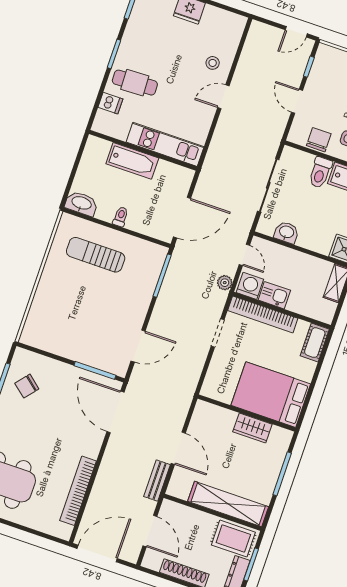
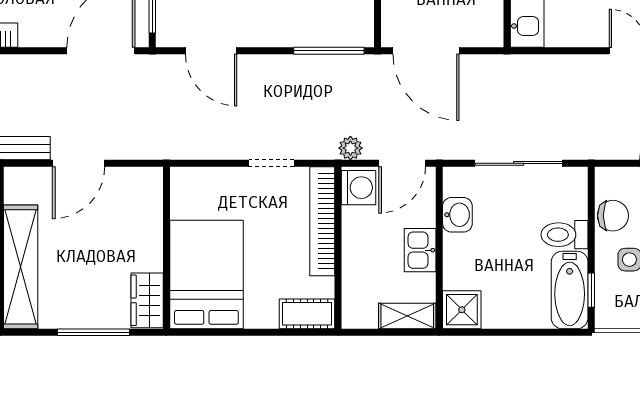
door: (244, 255) -> (402, 163), width x1.38
kitchen sink: (274, 295) -> (420, 250), moved, turned 180
wardrobe: (252, 428) -> (147, 300), moved

